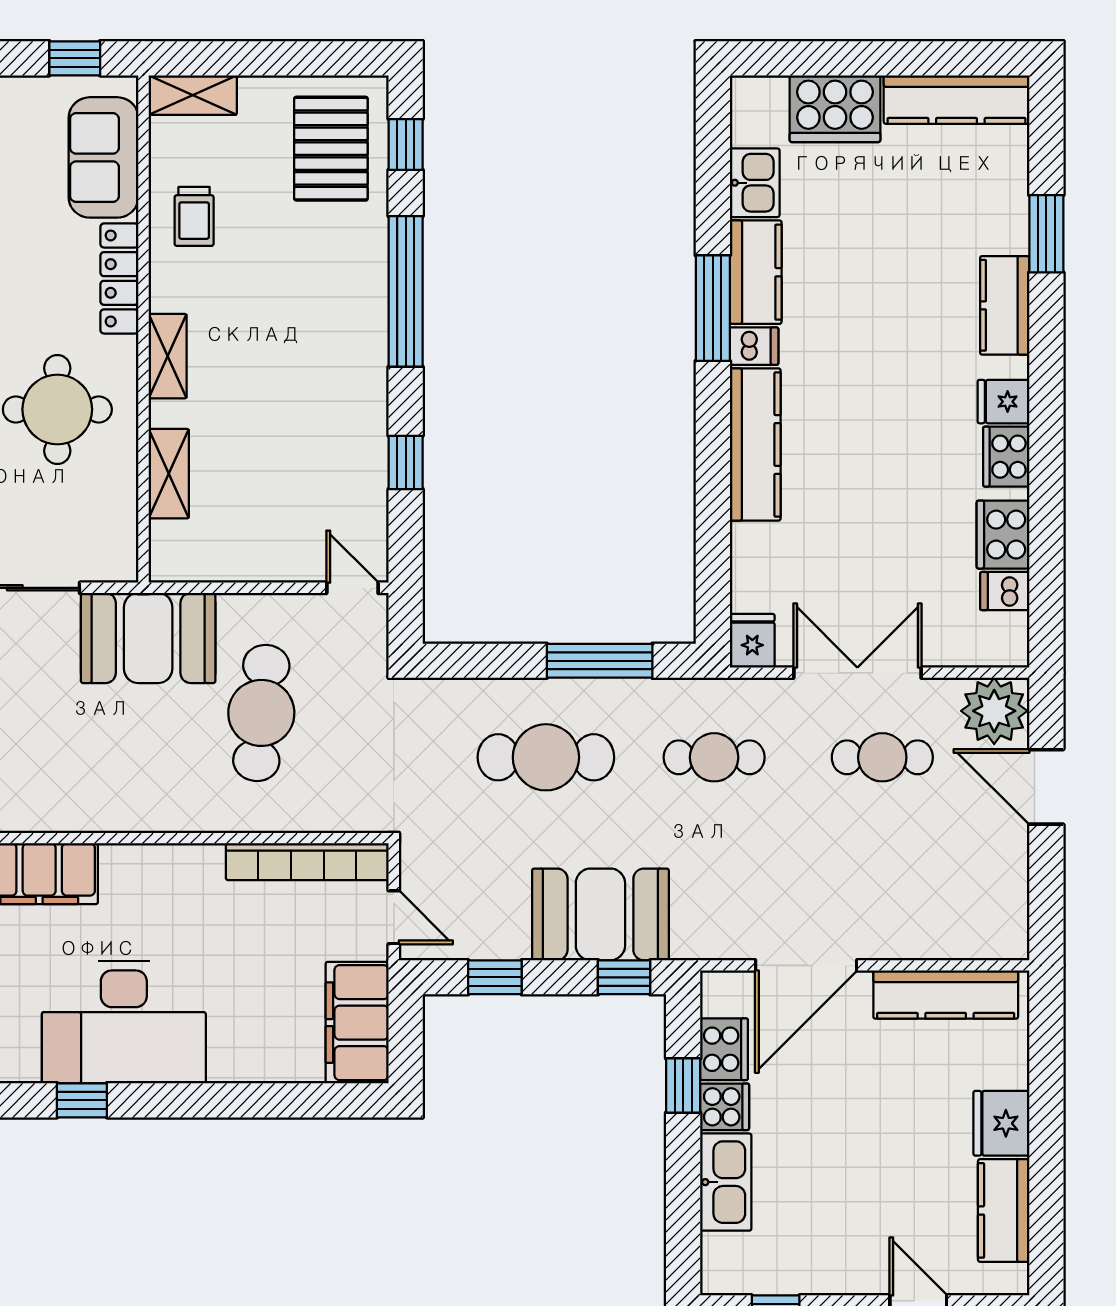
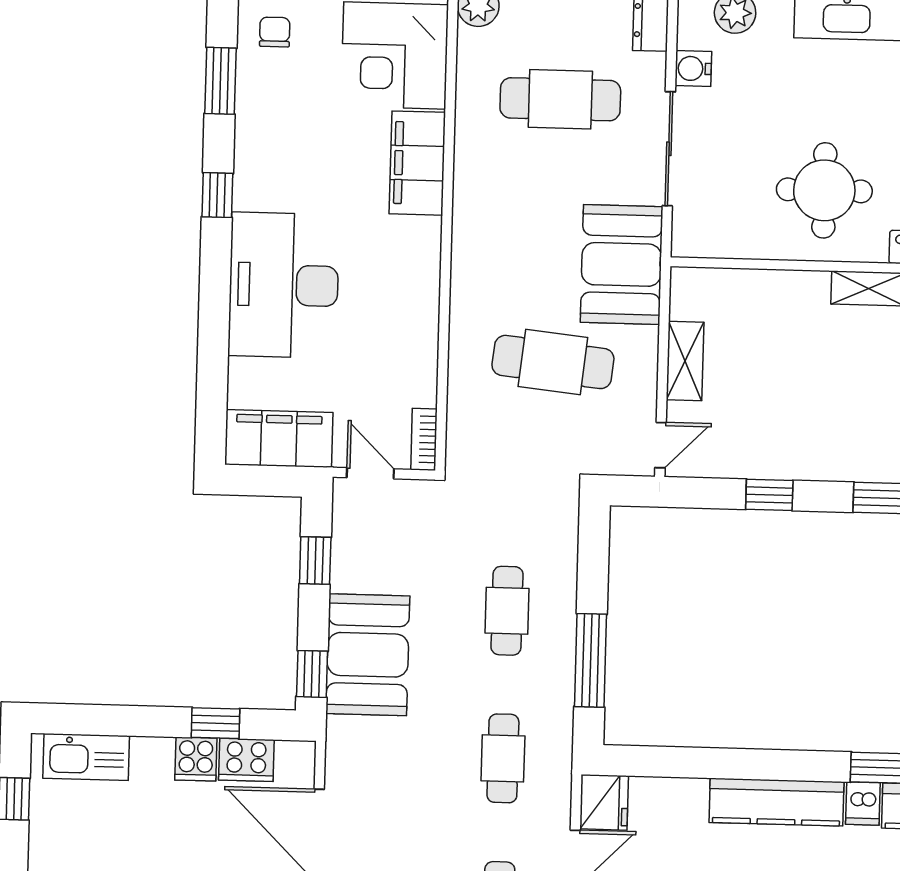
shelving: (169, 474) -> (685, 361), moved, turned 90
fridge: (752, 641) -> (604, 802), width x1.38
cafe table: (546, 757) -> (507, 611), width x0.73, depth x0.74
bookcase: (307, 862) -> (424, 439), width x0.43, depth x0.76
door: (394, 917) -> (370, 473), swing flipped
desk: (124, 1022) -> (284, 285), moved
kitchen sink: (726, 1182) -> (86, 757), moved

